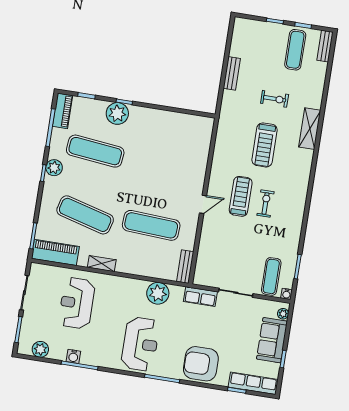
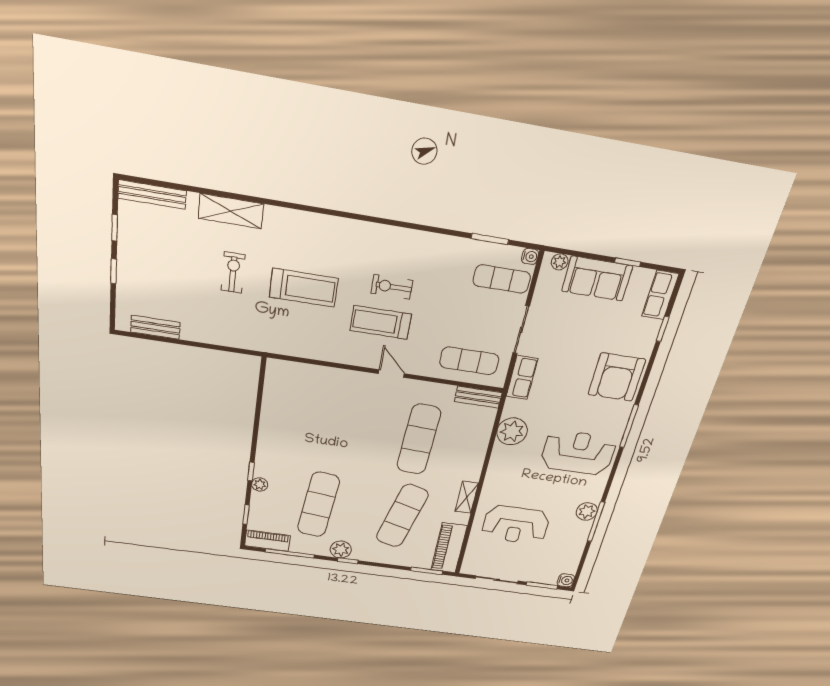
bench: (325, 46) -> (152, 194), width x1.36
exercise mat: (295, 50) -> (469, 361), moved
bench: (232, 73) -> (155, 327), moved
plant: (117, 113) -> (260, 484), width x0.53, depth x0.53
shelving: (310, 129) -> (231, 211), moved
plant: (40, 349) -> (587, 512), moved
water cooler: (73, 356) -> (566, 580), moved
row of seats: (253, 383) -> (660, 295), width x0.68

